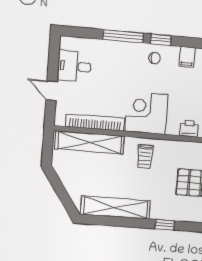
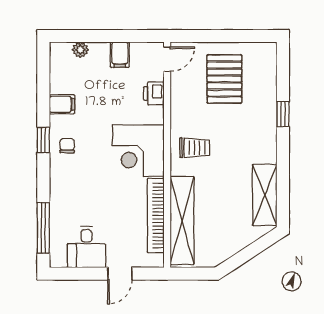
window: (123, 36) -> (43, 228), moved
shelving: (115, 208) -> (265, 195), width x0.68

